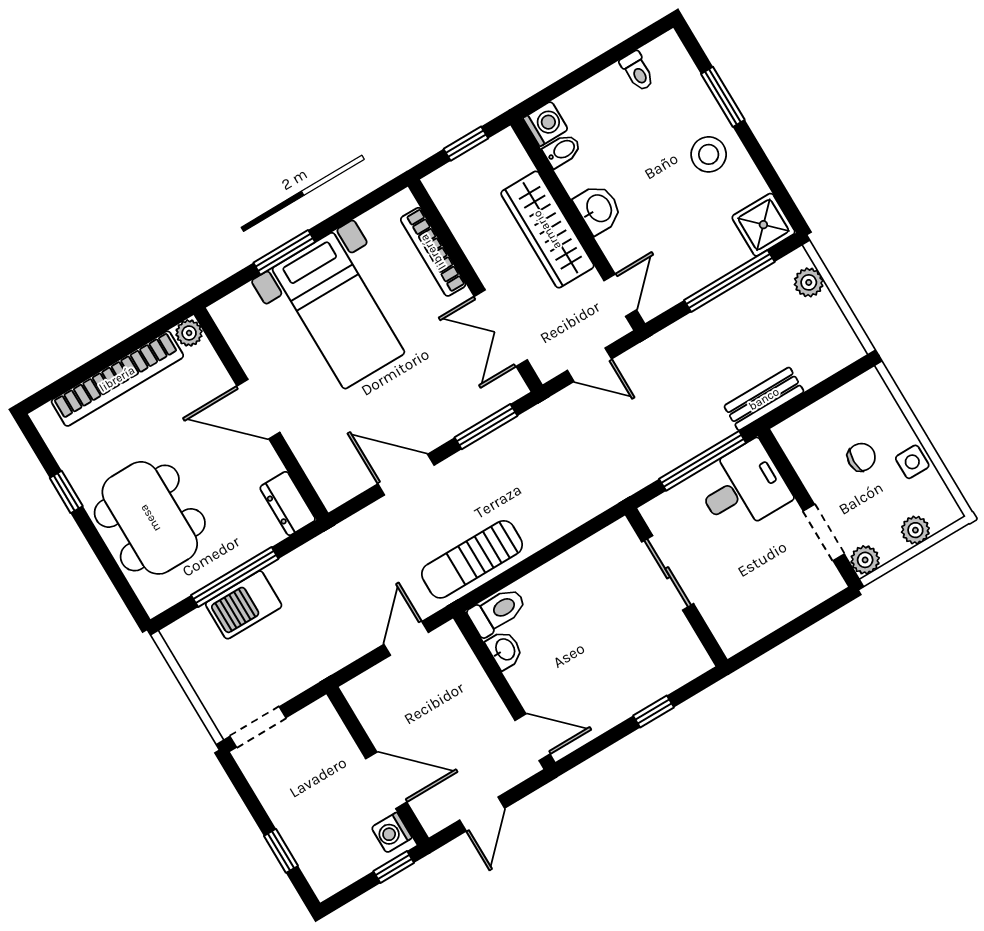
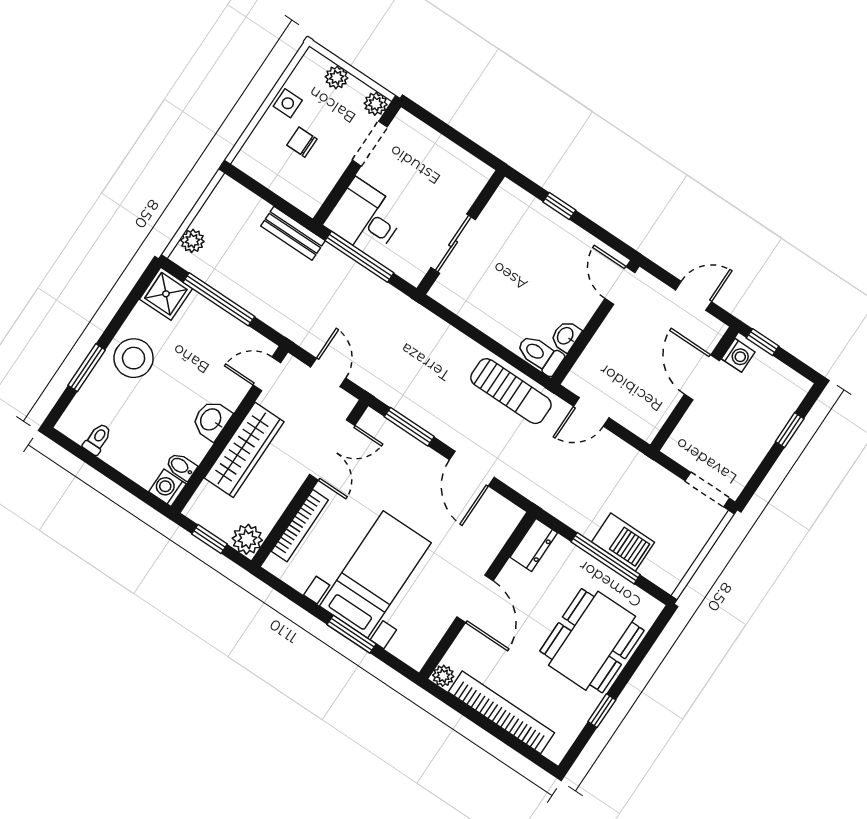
stool: (709, 154) -> (134, 358), width x1.38, depth x1.38
plant: (446, 186) -> (247, 539), added

